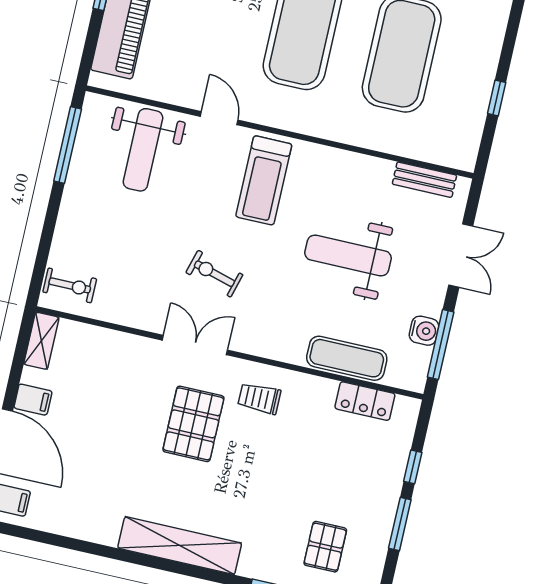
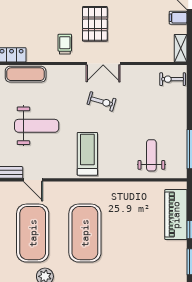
door: (219, 118) -> (33, 180), moved
weight bench: (143, 150) -> (151, 155), width x0.73, depth x0.75
trolley: (259, 398) -> (65, 44), turned -90

